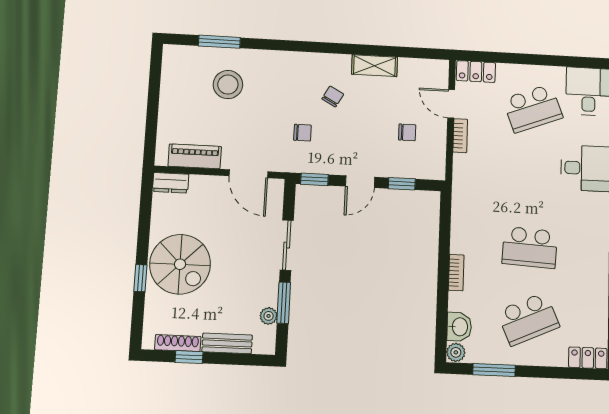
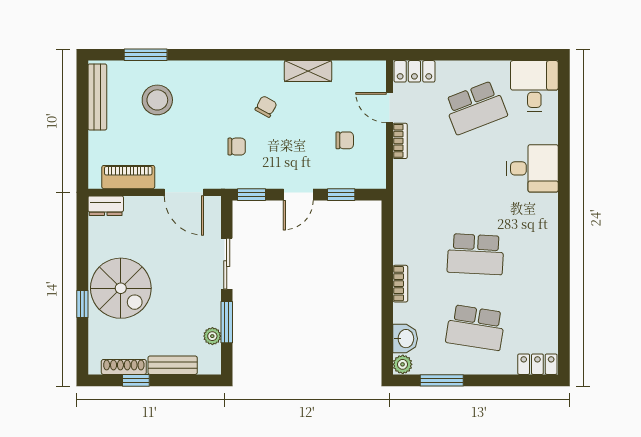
bench: (170, 79) -> (97, 97), added
school desk: (528, 319) -> (476, 328), turned 33

